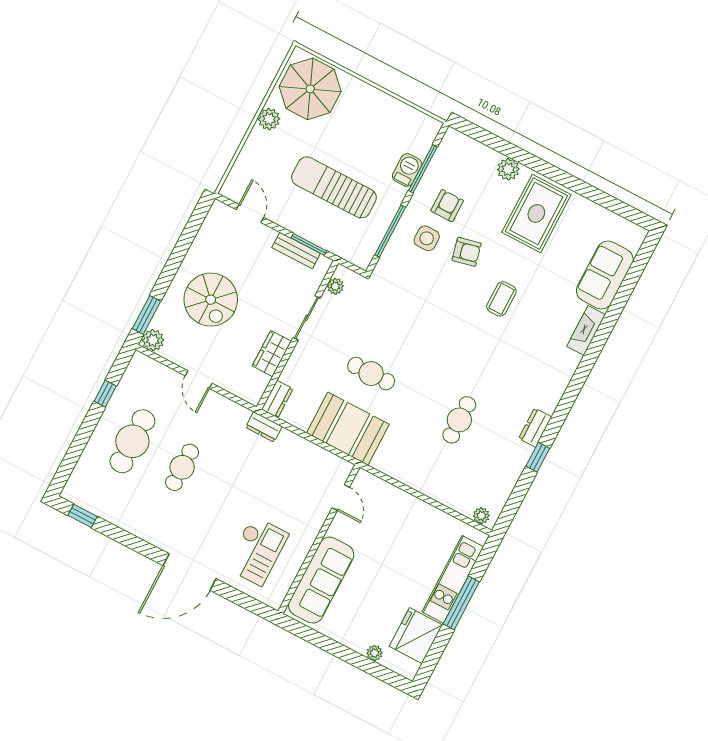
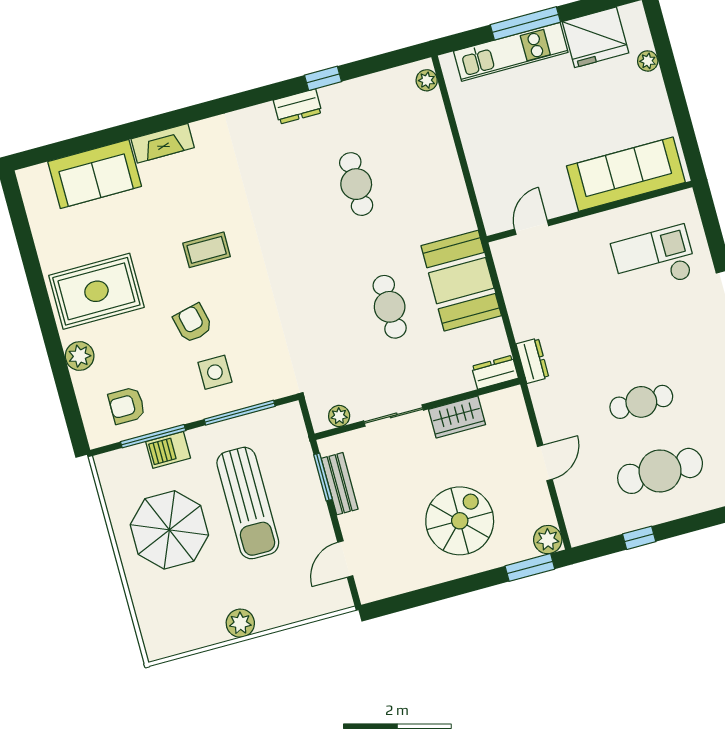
parasol: (310, 89) -> (169, 530), moved
armchair: (447, 206) -> (127, 405), moved
cafe table: (459, 420) -> (356, 184), turned 90

